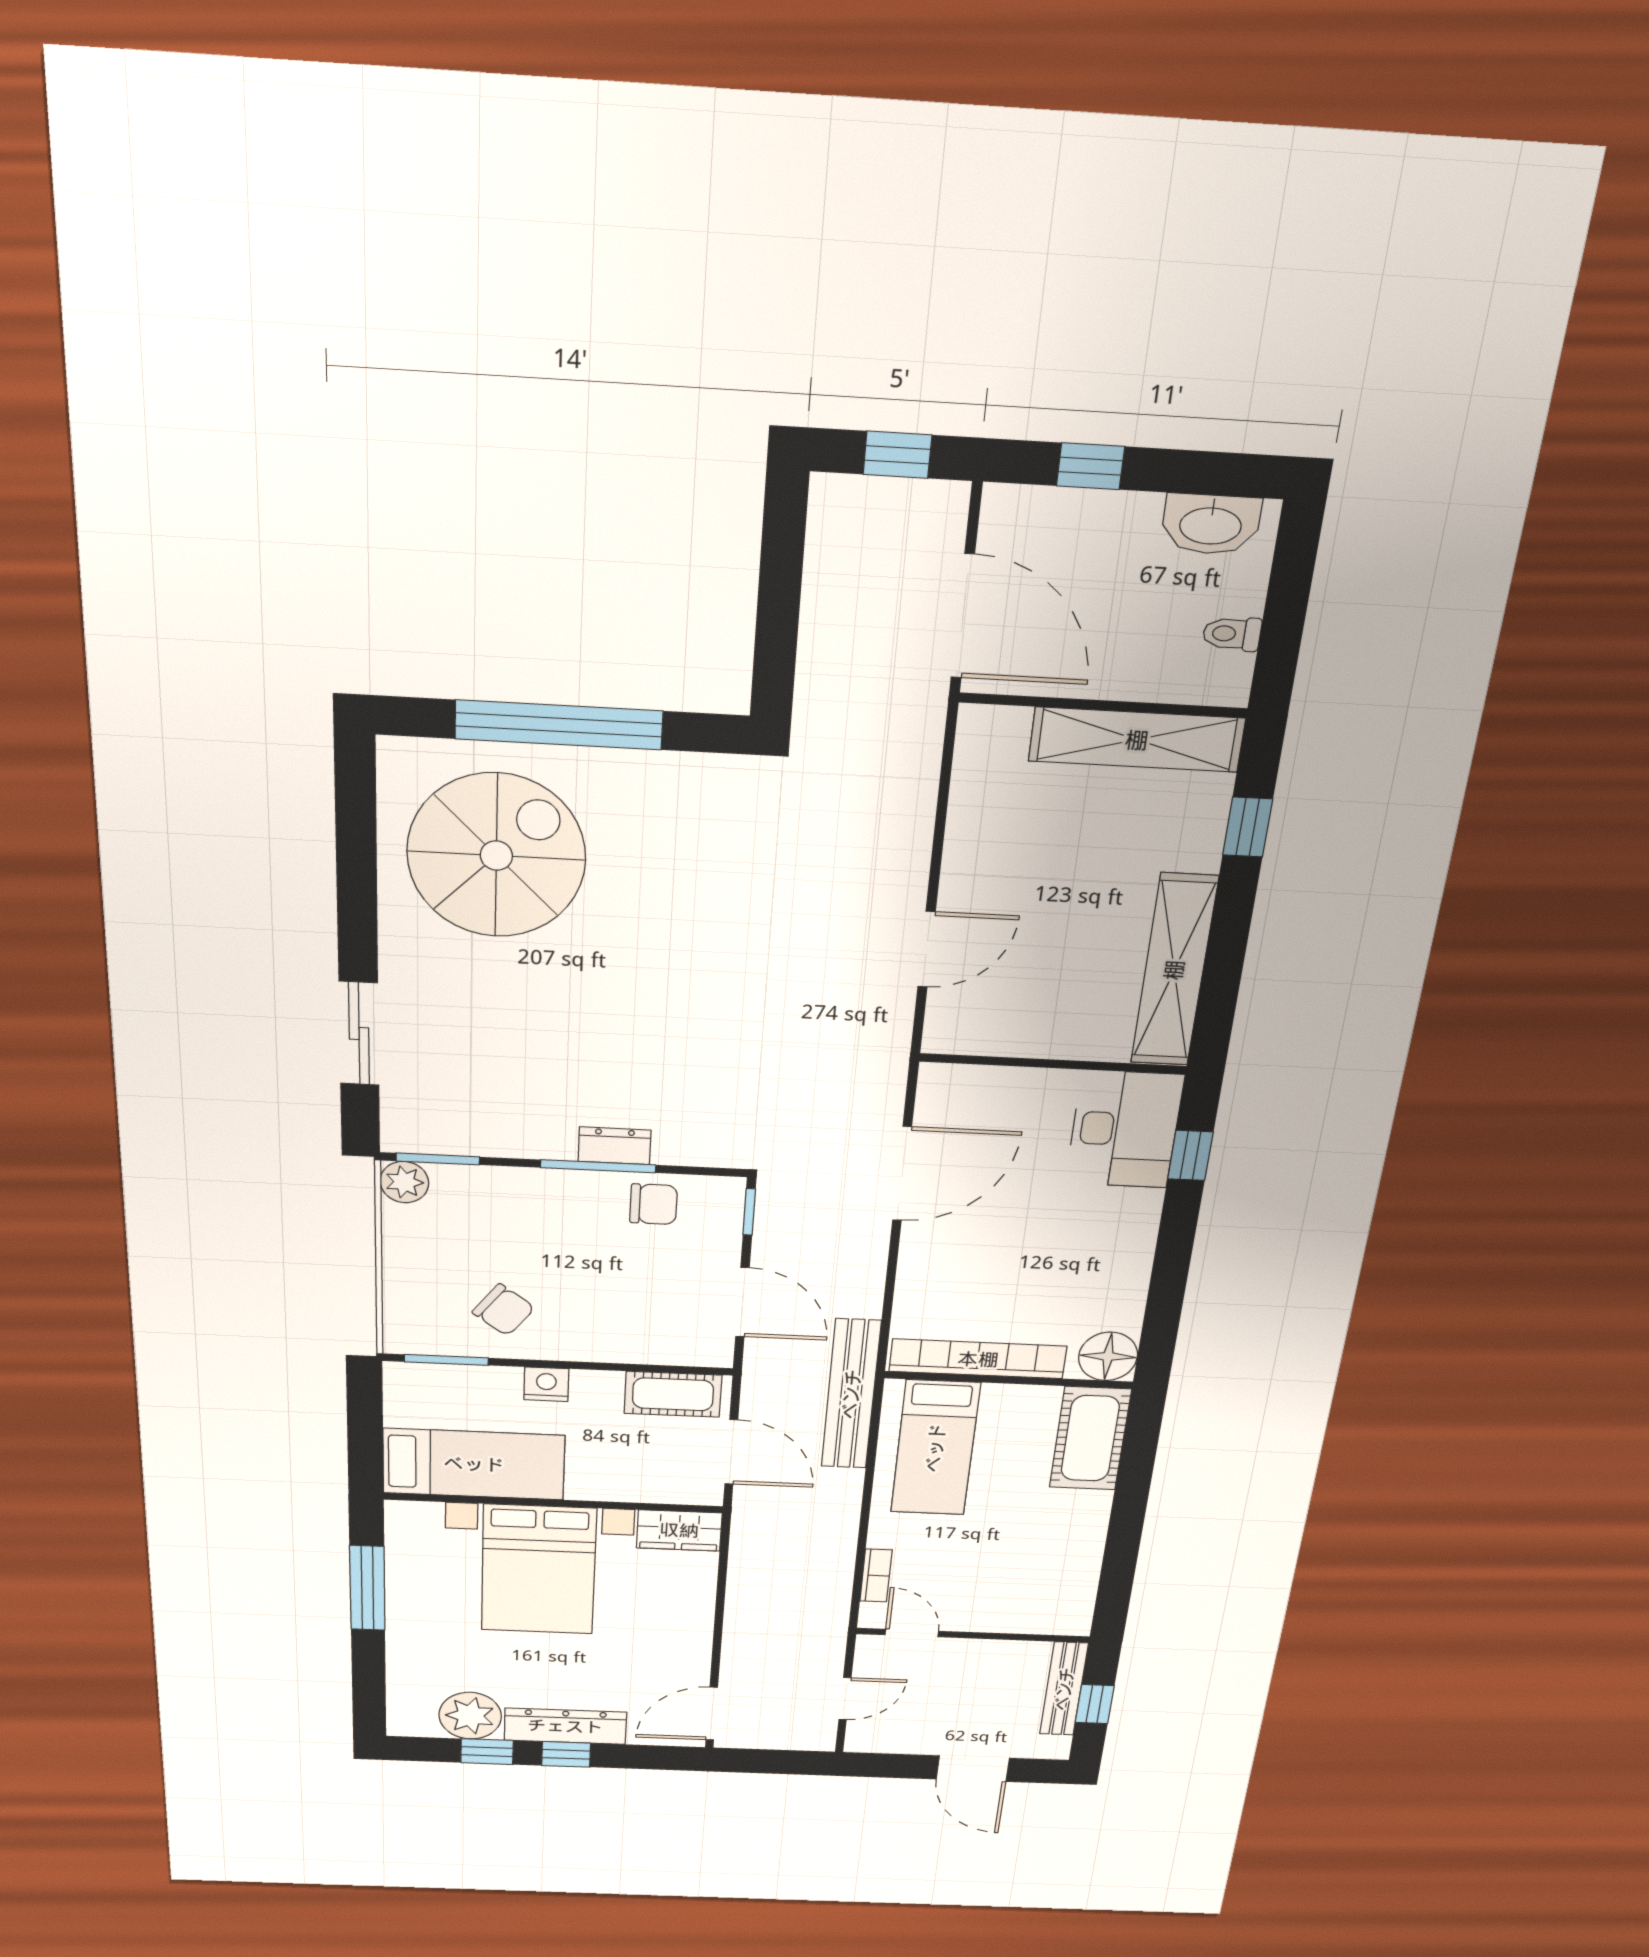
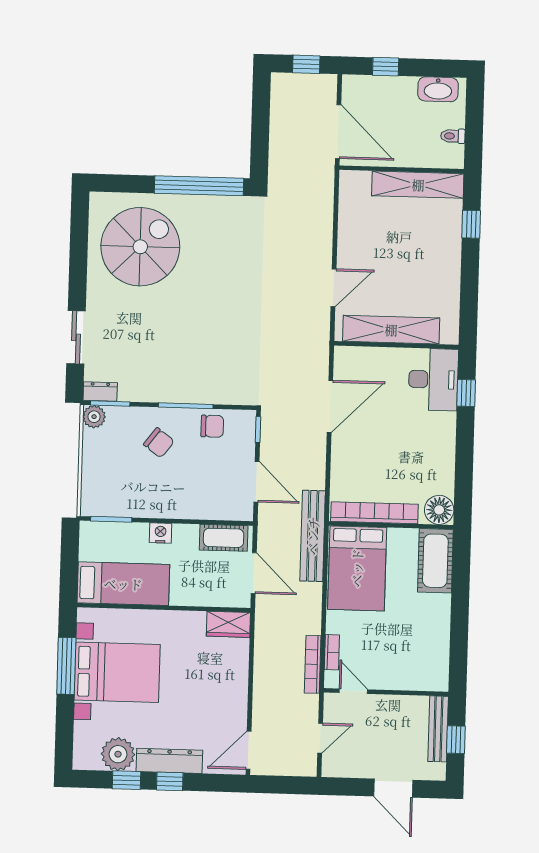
window: (559, 725) -> (199, 186), moved
shelving: (1174, 970) -> (391, 330), moved, turned 90
dresser: (614, 1146) -> (100, 391), moved
chair: (503, 1310) -> (159, 443), moved
bed: (935, 1448) -> (357, 568), width x1.50
bed with nightstands: (539, 1570) -> (117, 672), moved, turned -90
bookcase: (838, 1593) -> (313, 664), added

